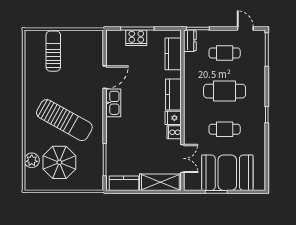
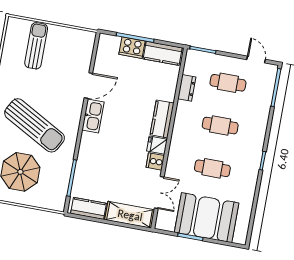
dresser: (190, 41) -> (187, 88), moved
kitchen counter: (173, 54) -> (163, 53), moved, turned -90
cafe table: (225, 91) -> (220, 126), width x0.73, depth x0.74

